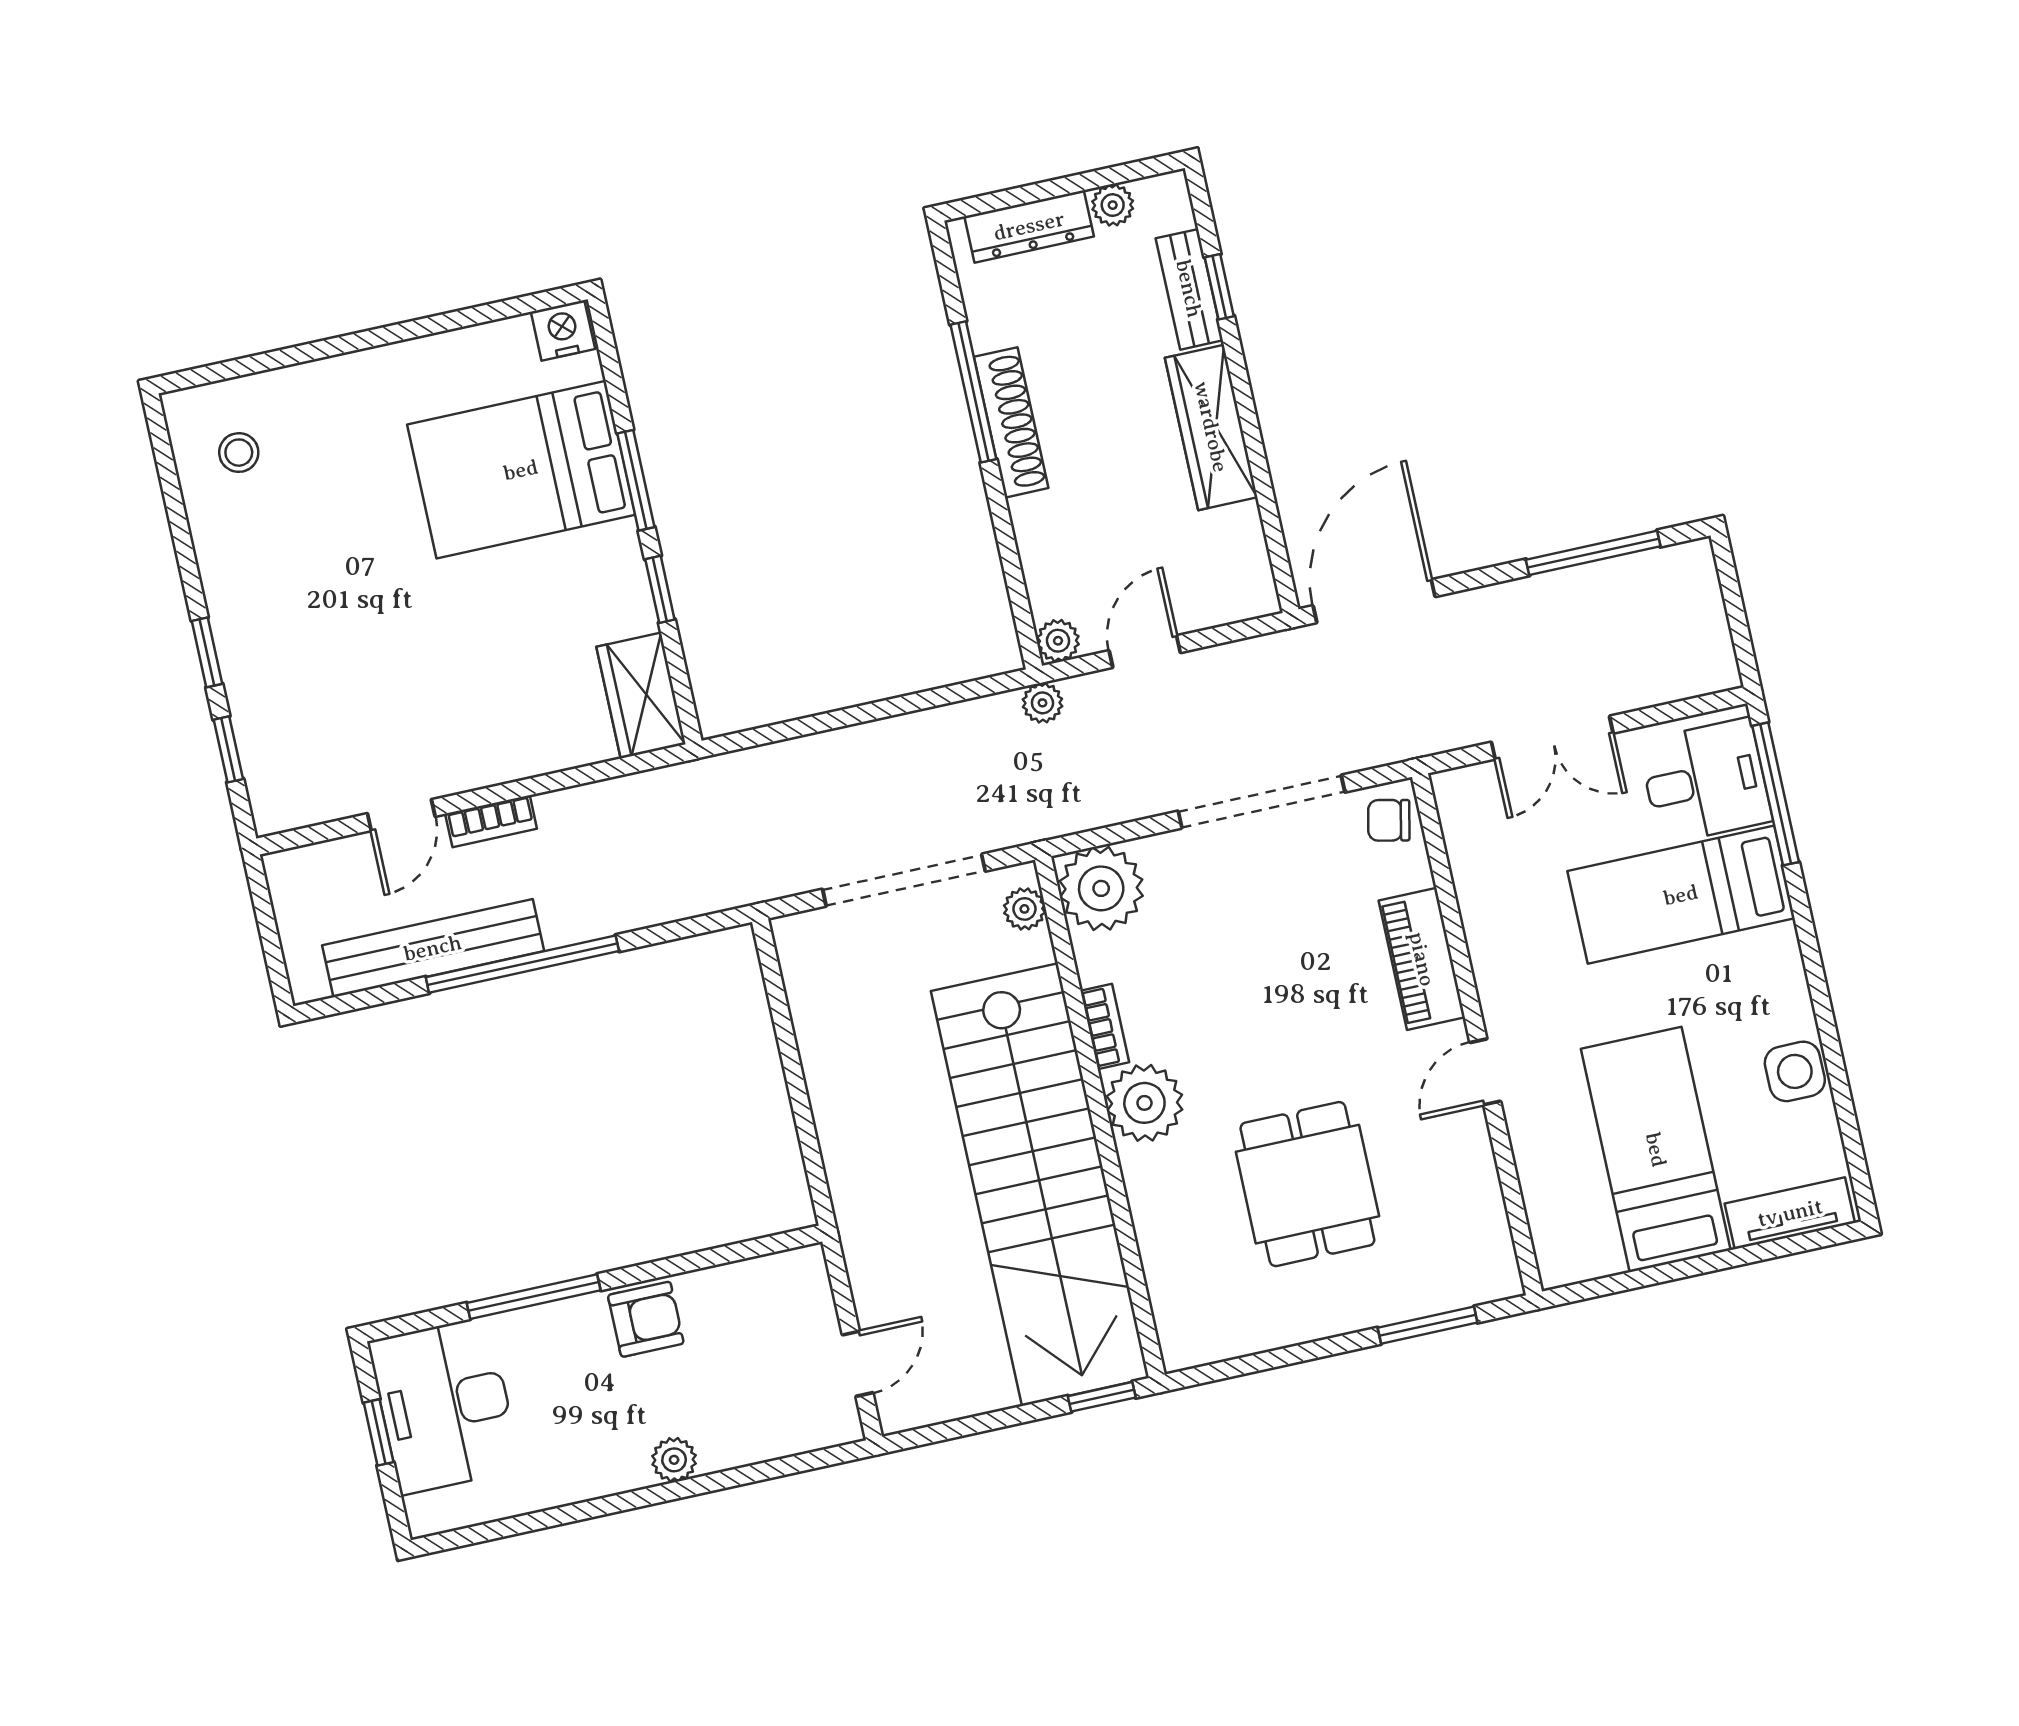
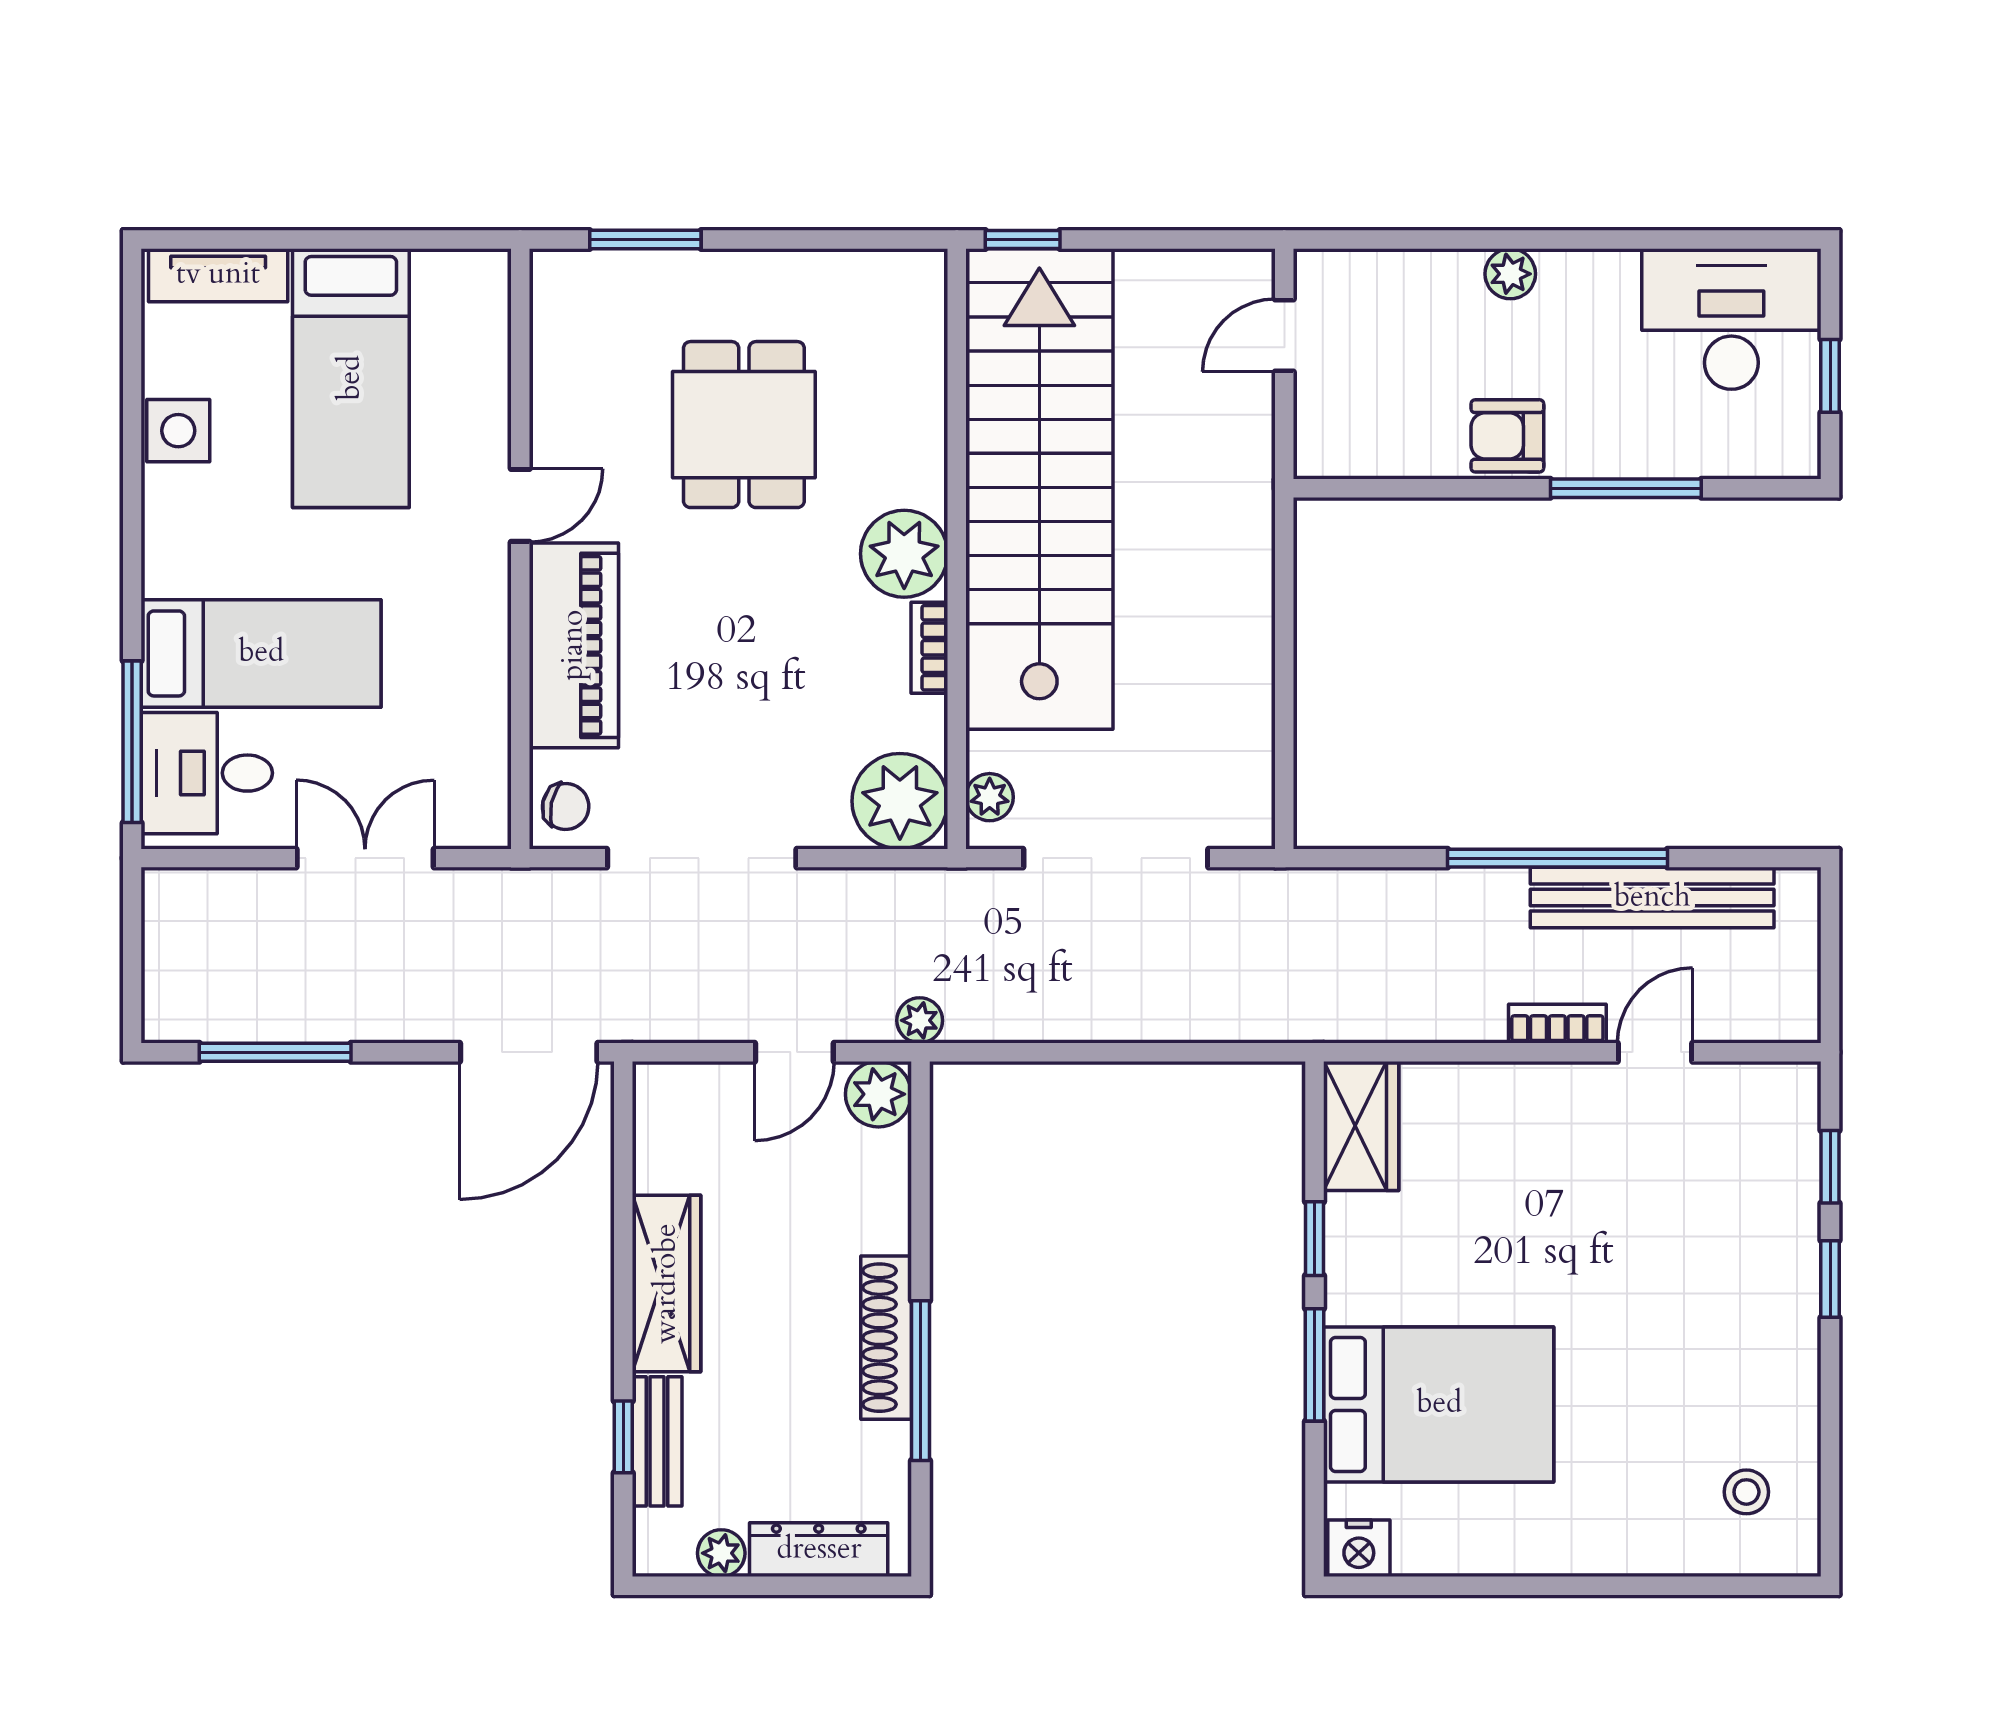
plant: (1058, 641) -> (878, 1094), width x1.38, depth x1.38
piano: (1422, 959) -> (574, 645), width x1.37, depth x1.33
desk: (445, 1405) -> (1731, 319), moved, turned -90

